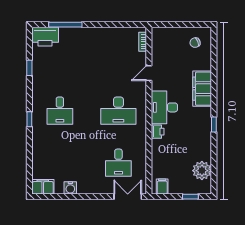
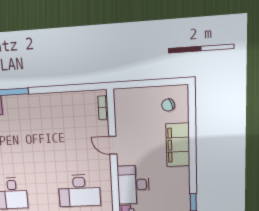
door: (149, 73) -> (113, 145), hinge flipped
filing cabinet: (202, 89) -> (178, 145), moved

